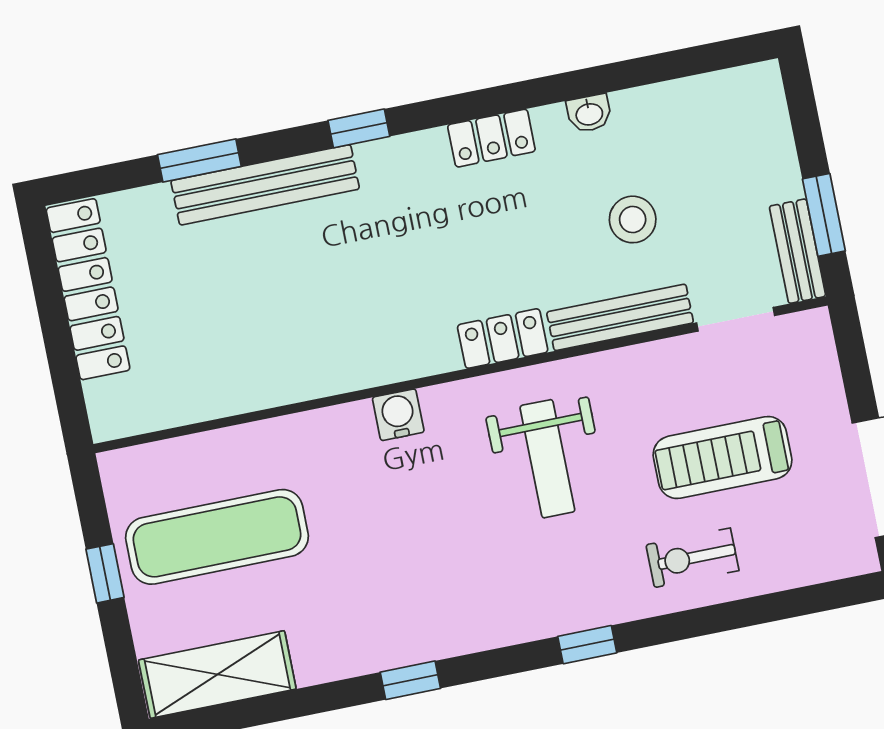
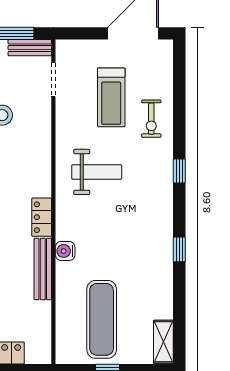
bench: (620, 317) -> (43, 269), moved
locker: (503, 339) -> (42, 217), moved
water cooler: (398, 415) -> (65, 251), moved
shelving: (217, 674) -> (163, 342), width x0.67, depth x0.75

